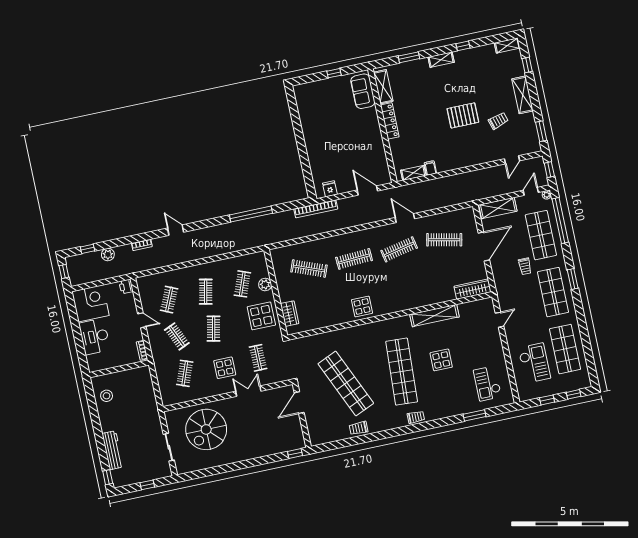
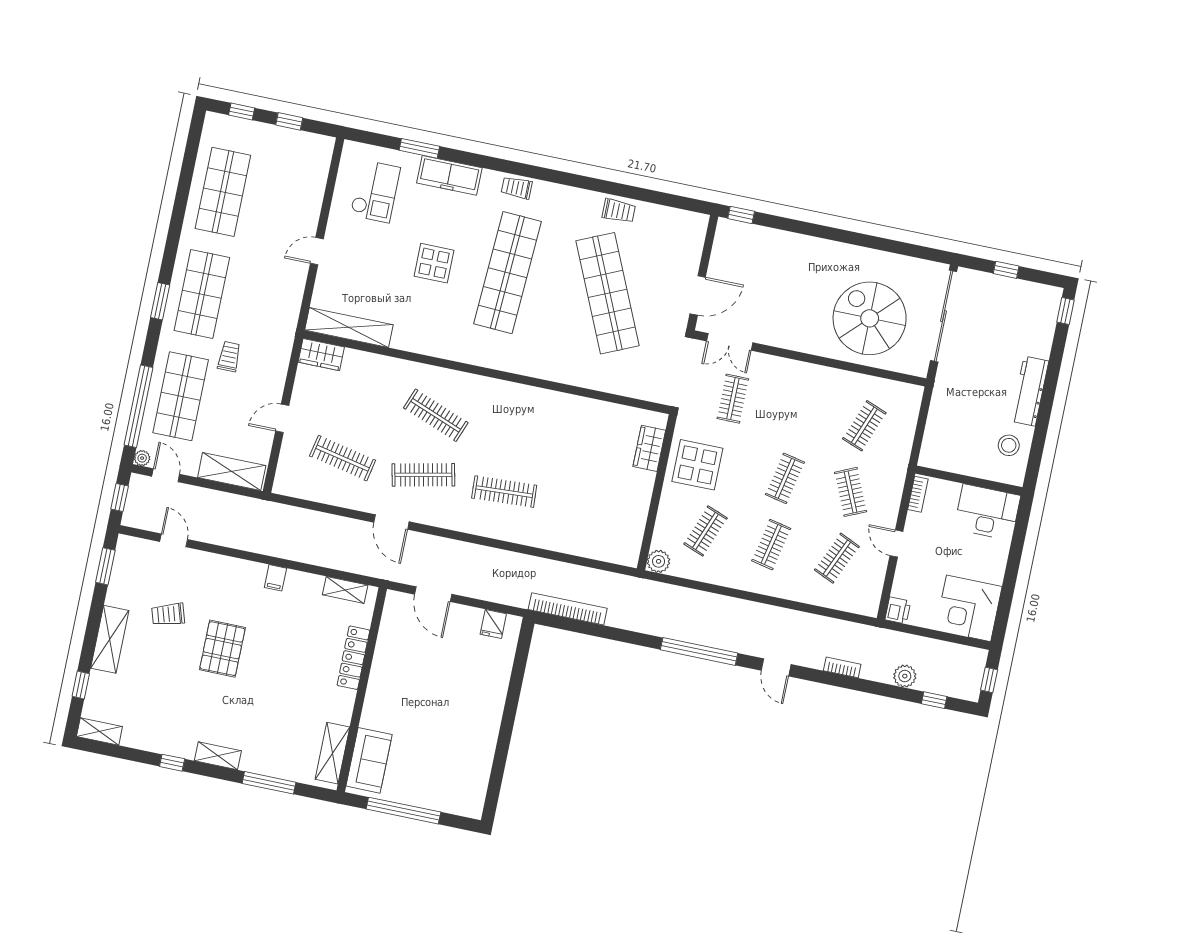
window: (409, 57) -> (269, 783), width x1.44
window: (334, 73) -> (403, 811), width x3.17
pallet: (463, 115) -> (222, 649), turned 90
locker: (390, 121) -> (353, 658), moved
door: (512, 160) -> (174, 540), hinge flipped
filing cabinet: (430, 168) -> (275, 578), moved
door: (531, 191) -> (166, 475), swing flipped
bookcase: (316, 209) -> (568, 609), moved
window: (251, 214) -> (699, 651), moved
door: (484, 247) -> (282, 418), width x0.53
clothes rail: (309, 269) -> (436, 415), moved
plant: (265, 285) -> (659, 561), moved
wardrobe: (473, 289) -> (321, 355), width x0.67
display table: (362, 306) -> (525, 408), removed
shelving: (434, 316) -> (349, 327), moved
door: (500, 320) -> (317, 251), moved
desk: (95, 337) -> (987, 512), moved, turned -90
checkout: (534, 363) -> (283, 191), removed
display table: (225, 368) -> (795, 406), removed
double door: (248, 391) -> (730, 342), moved
freezer: (453, 408) -> (449, 175), added
spiral stairs: (206, 429) -> (870, 318), turned -90
sliding door: (169, 447) -> (944, 316), width x1.86
workbench: (113, 450) -> (1030, 391), moved

